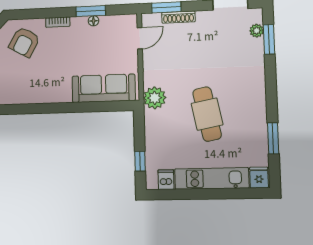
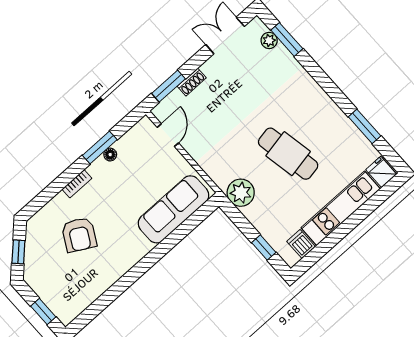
shoe rack: (178, 17) -> (192, 82), width x0.70
armchair: (24, 42) -> (79, 235), moved
plant: (155, 98) -> (241, 193), moved

